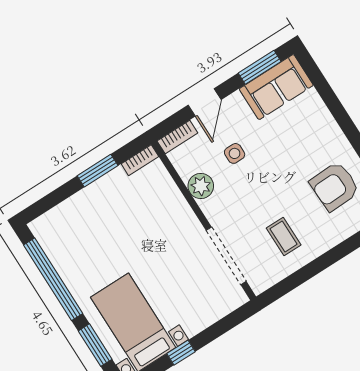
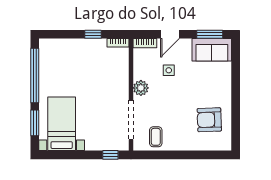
window: (98, 171) -> (93, 34), width x0.67
plant: (201, 186) -> (141, 88), moved
coffee table: (284, 236) -> (156, 137), moved
window: (181, 353) -> (110, 155), moved

